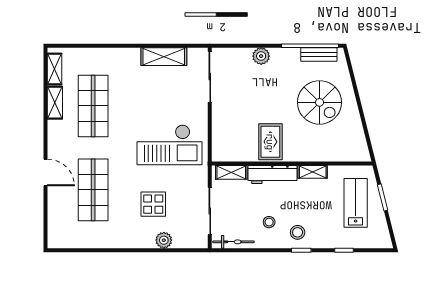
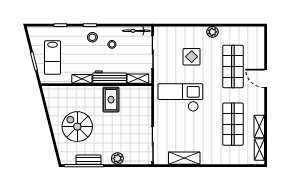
bench: (319, 54) -> (89, 160), moved
plant: (164, 240) -> (212, 32), moved

